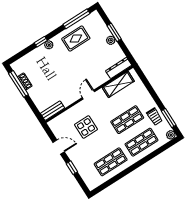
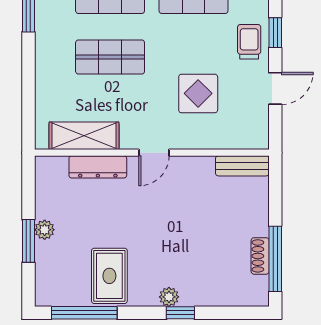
rug: (76, 39) -> (109, 276), turned 90
dresser: (119, 68) -> (98, 167), moved
trolley: (155, 117) -> (249, 42), moved
door: (59, 147) -> (275, 88), swing flipped

